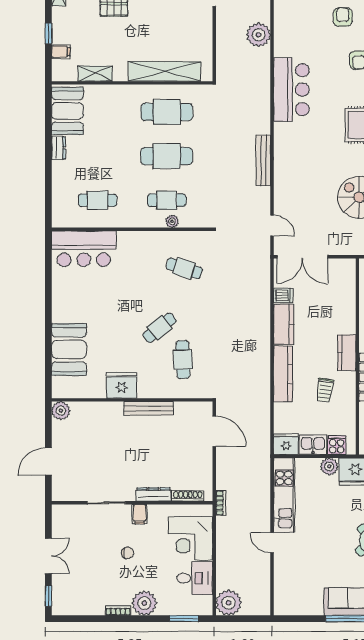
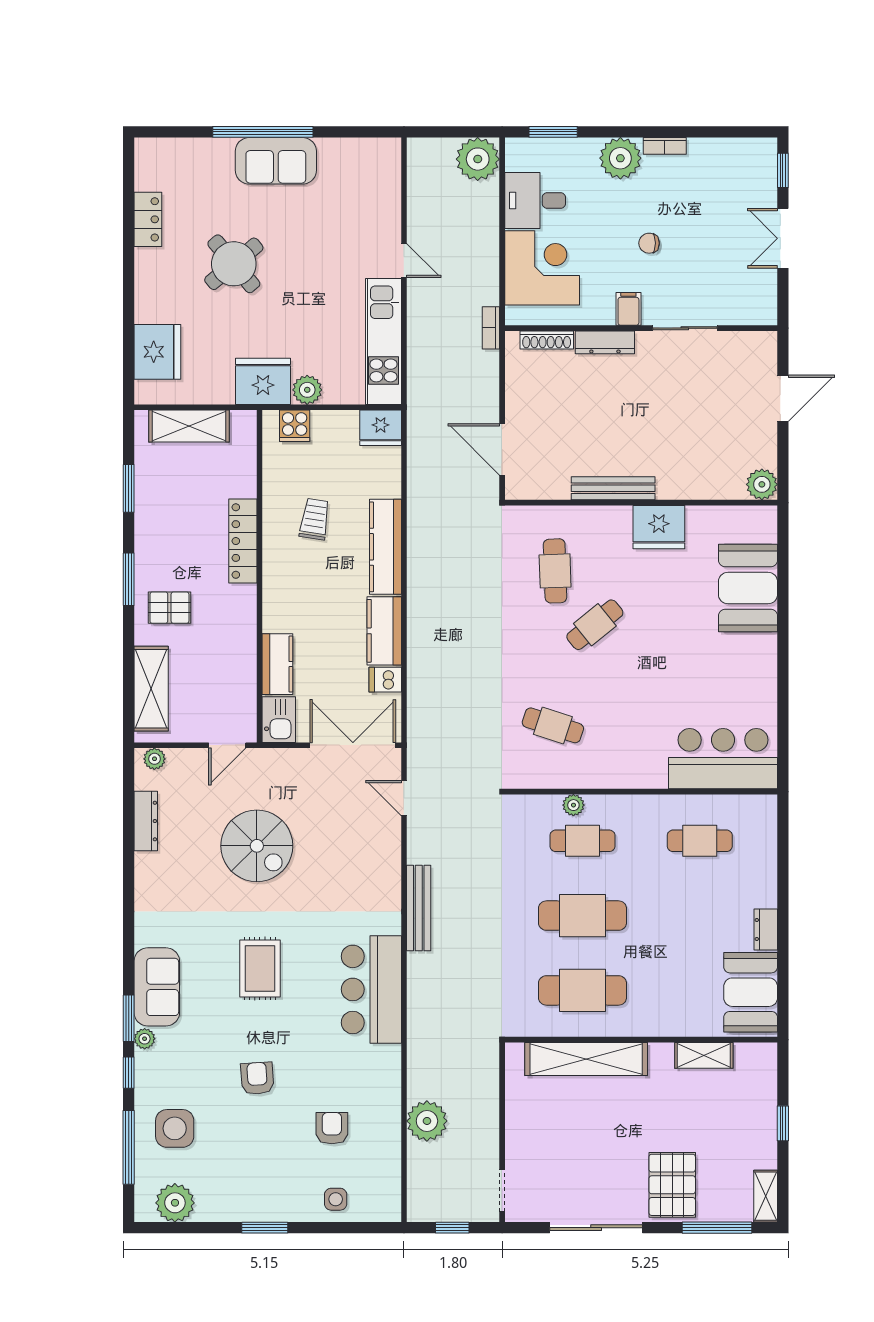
armchair: (343, 17) -> (332, 1128), moved, turned 180
filing cabinet: (61, 52) -> (762, 1092), removed
bar counter: (291, 90) -> (371, 989), moved
kitchen counter: (347, 353) -> (277, 664), moved
kitchen sink: (313, 445) -> (279, 720), moved, turned -90

